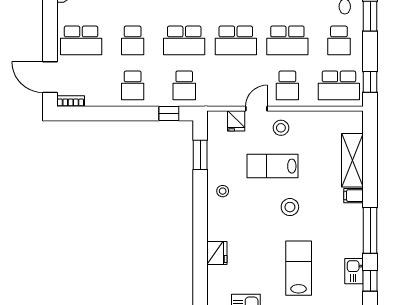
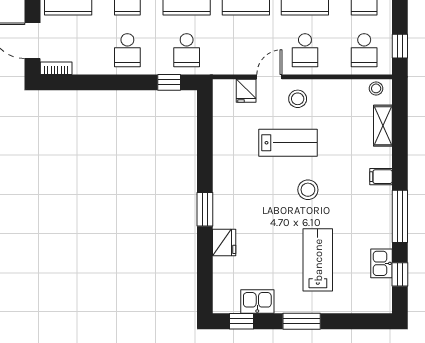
school desk: (339, 85) -> (364, 50), width x0.54
window: (200, 155) -> (205, 209), moved
shelving: (352, 160) -> (383, 126), width x0.67, depth x0.75
lab bench: (273, 166) -> (288, 143), turned 180
stool: (223, 191) -> (376, 88), moved

